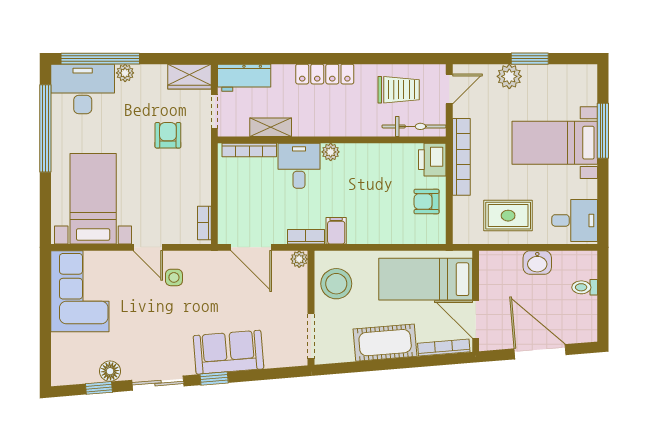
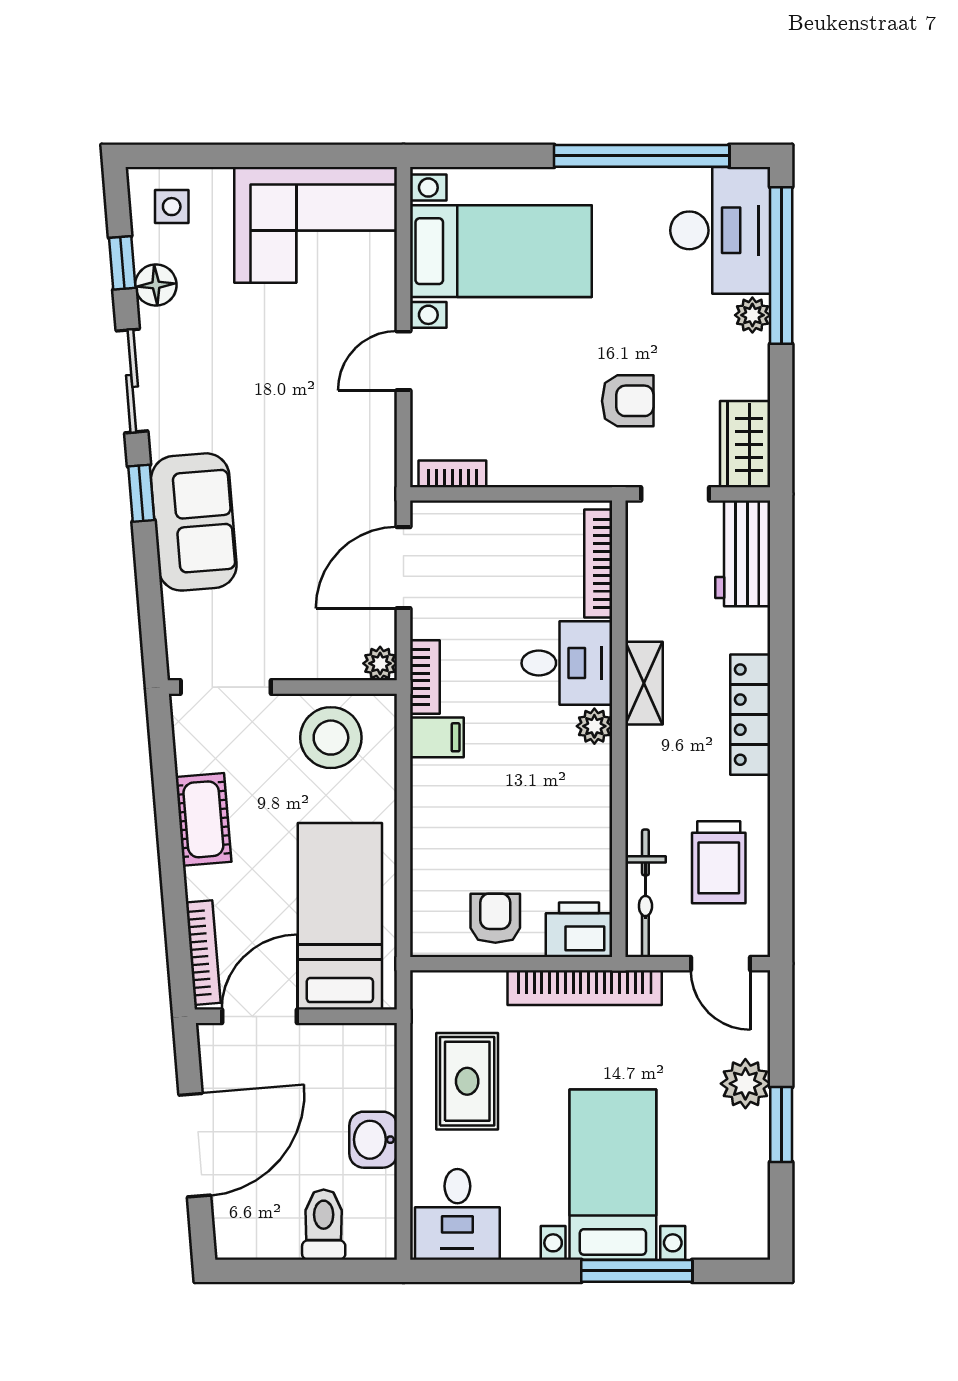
shelving: (271, 127) -> (644, 683), moved
side table: (174, 277) -> (172, 207), moved
toilet: (585, 287) -> (324, 1225), width x1.37, depth x1.39
cot: (385, 343) -> (203, 819), width x0.73, depth x0.75

